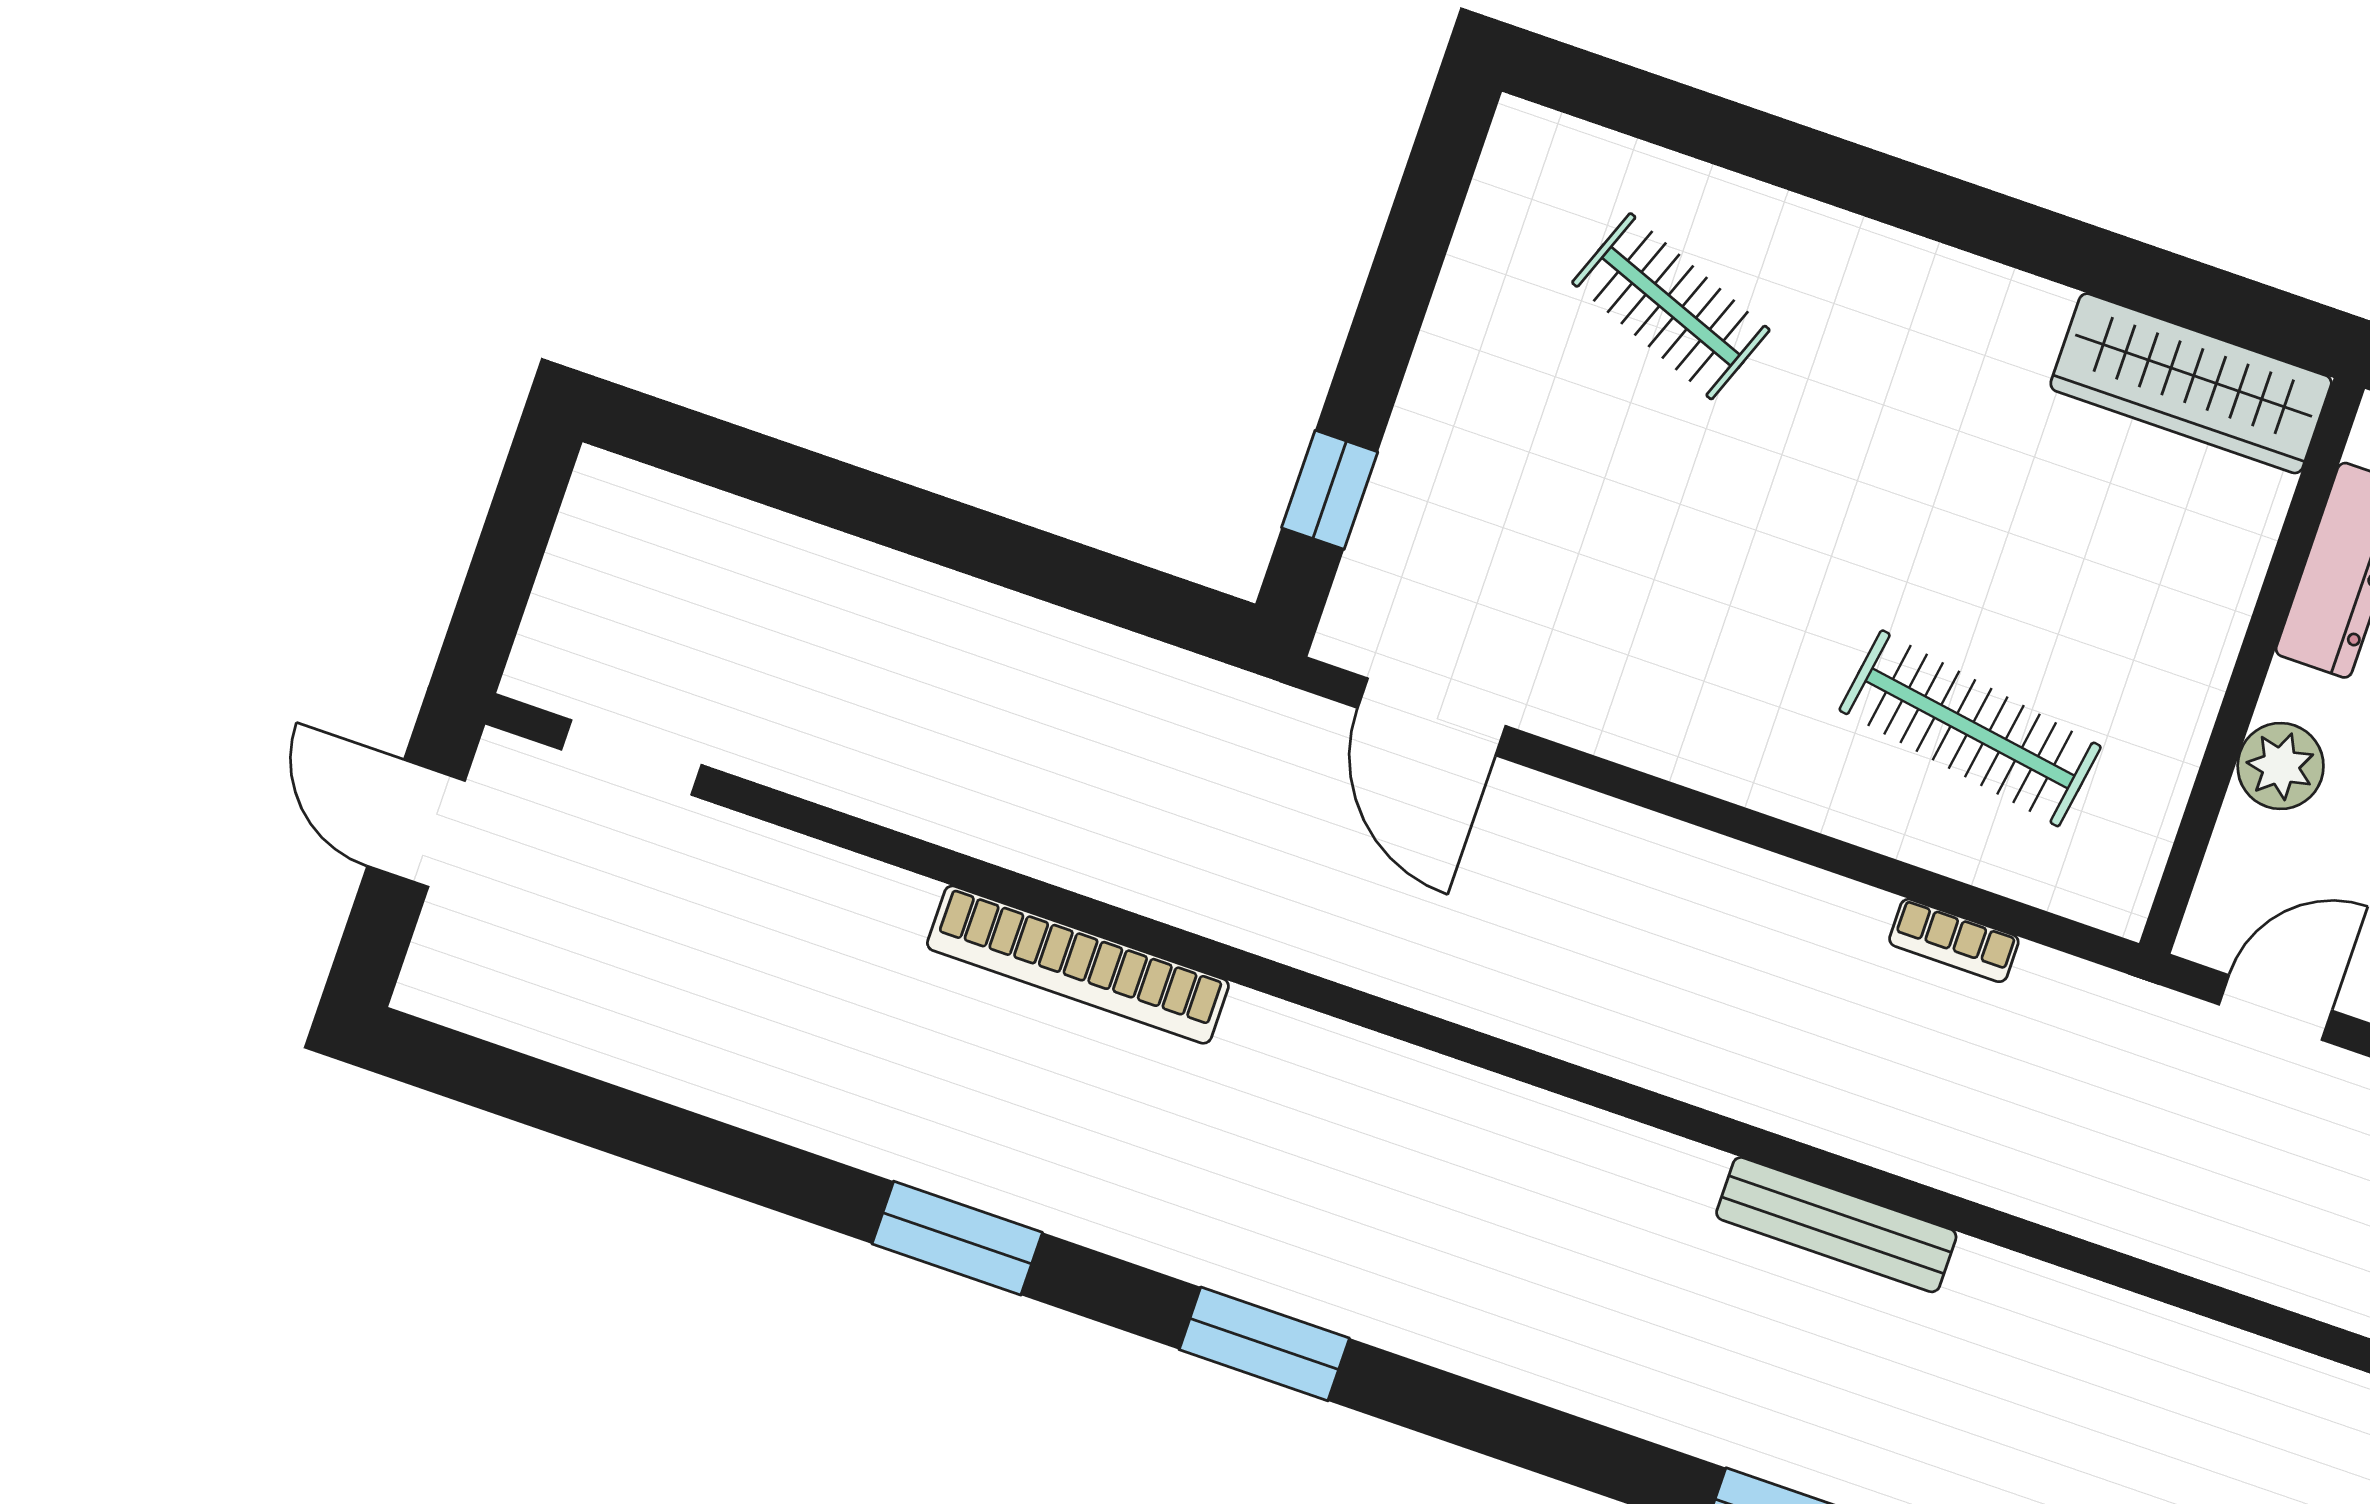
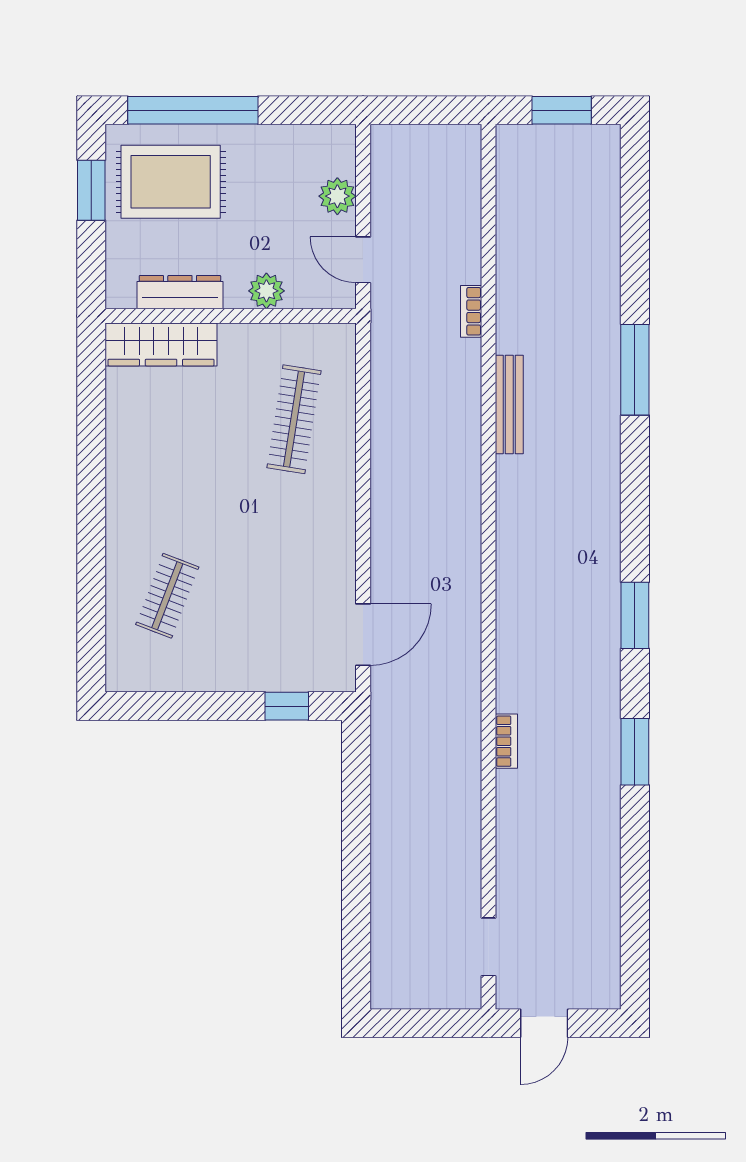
wardrobe: (2191, 383) -> (161, 344), moved, turned 90
bookcase: (1954, 940) -> (471, 311), moved, turned 180
bookcase: (1078, 965) -> (506, 741), width x0.43, depth x0.76

